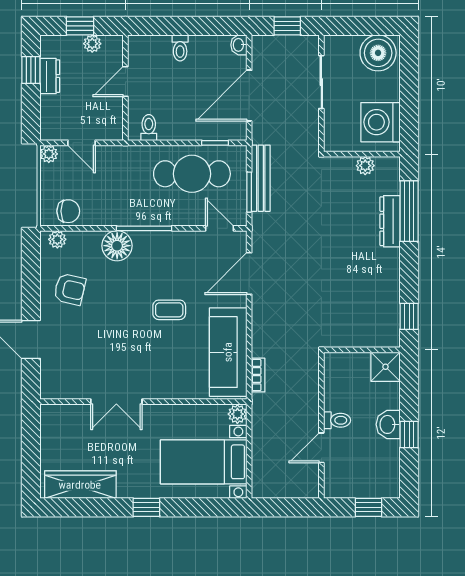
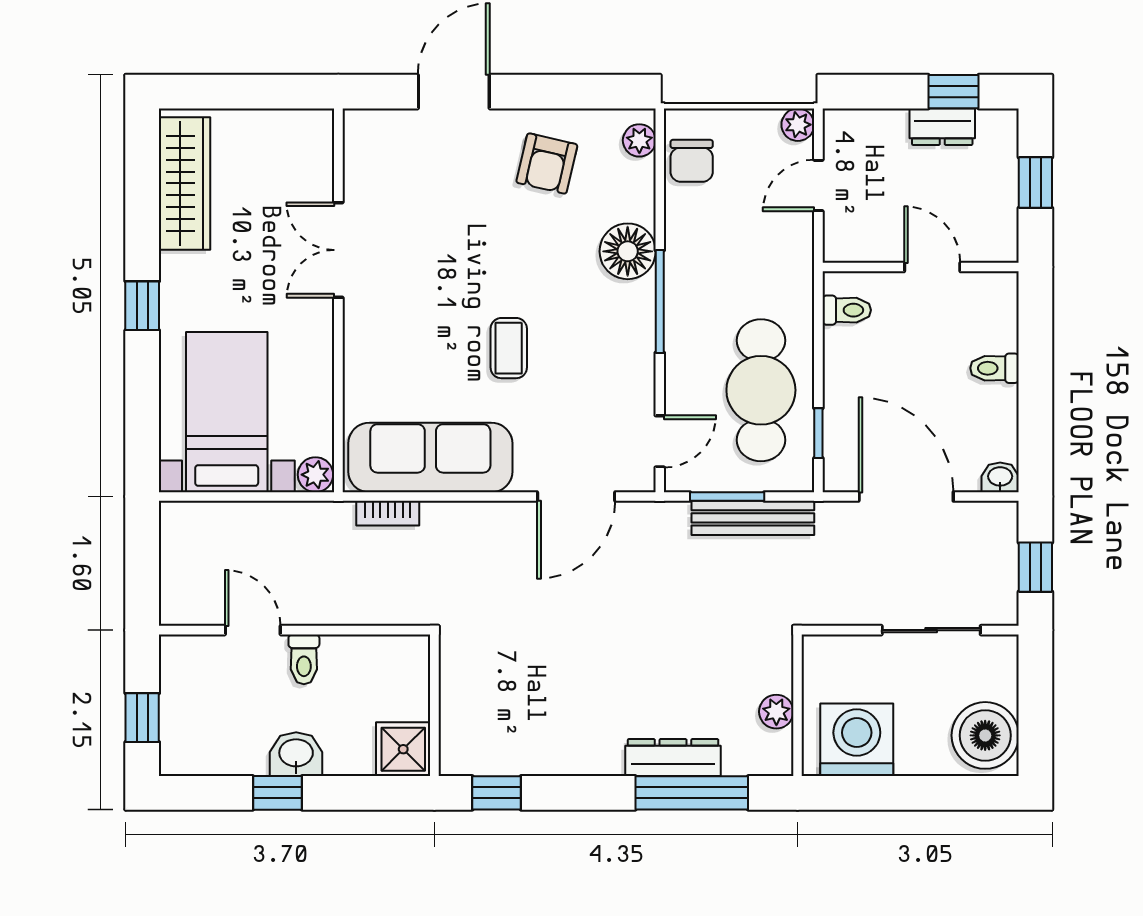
plant: (92, 44) -> (1002, 205), removed
door: (249, 273) -> (576, 497), swing flipped

